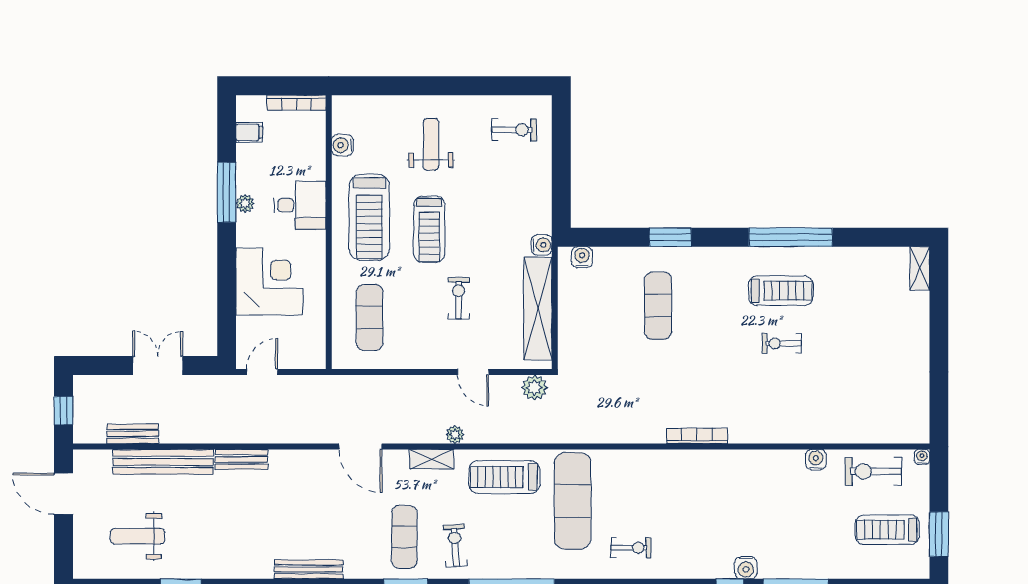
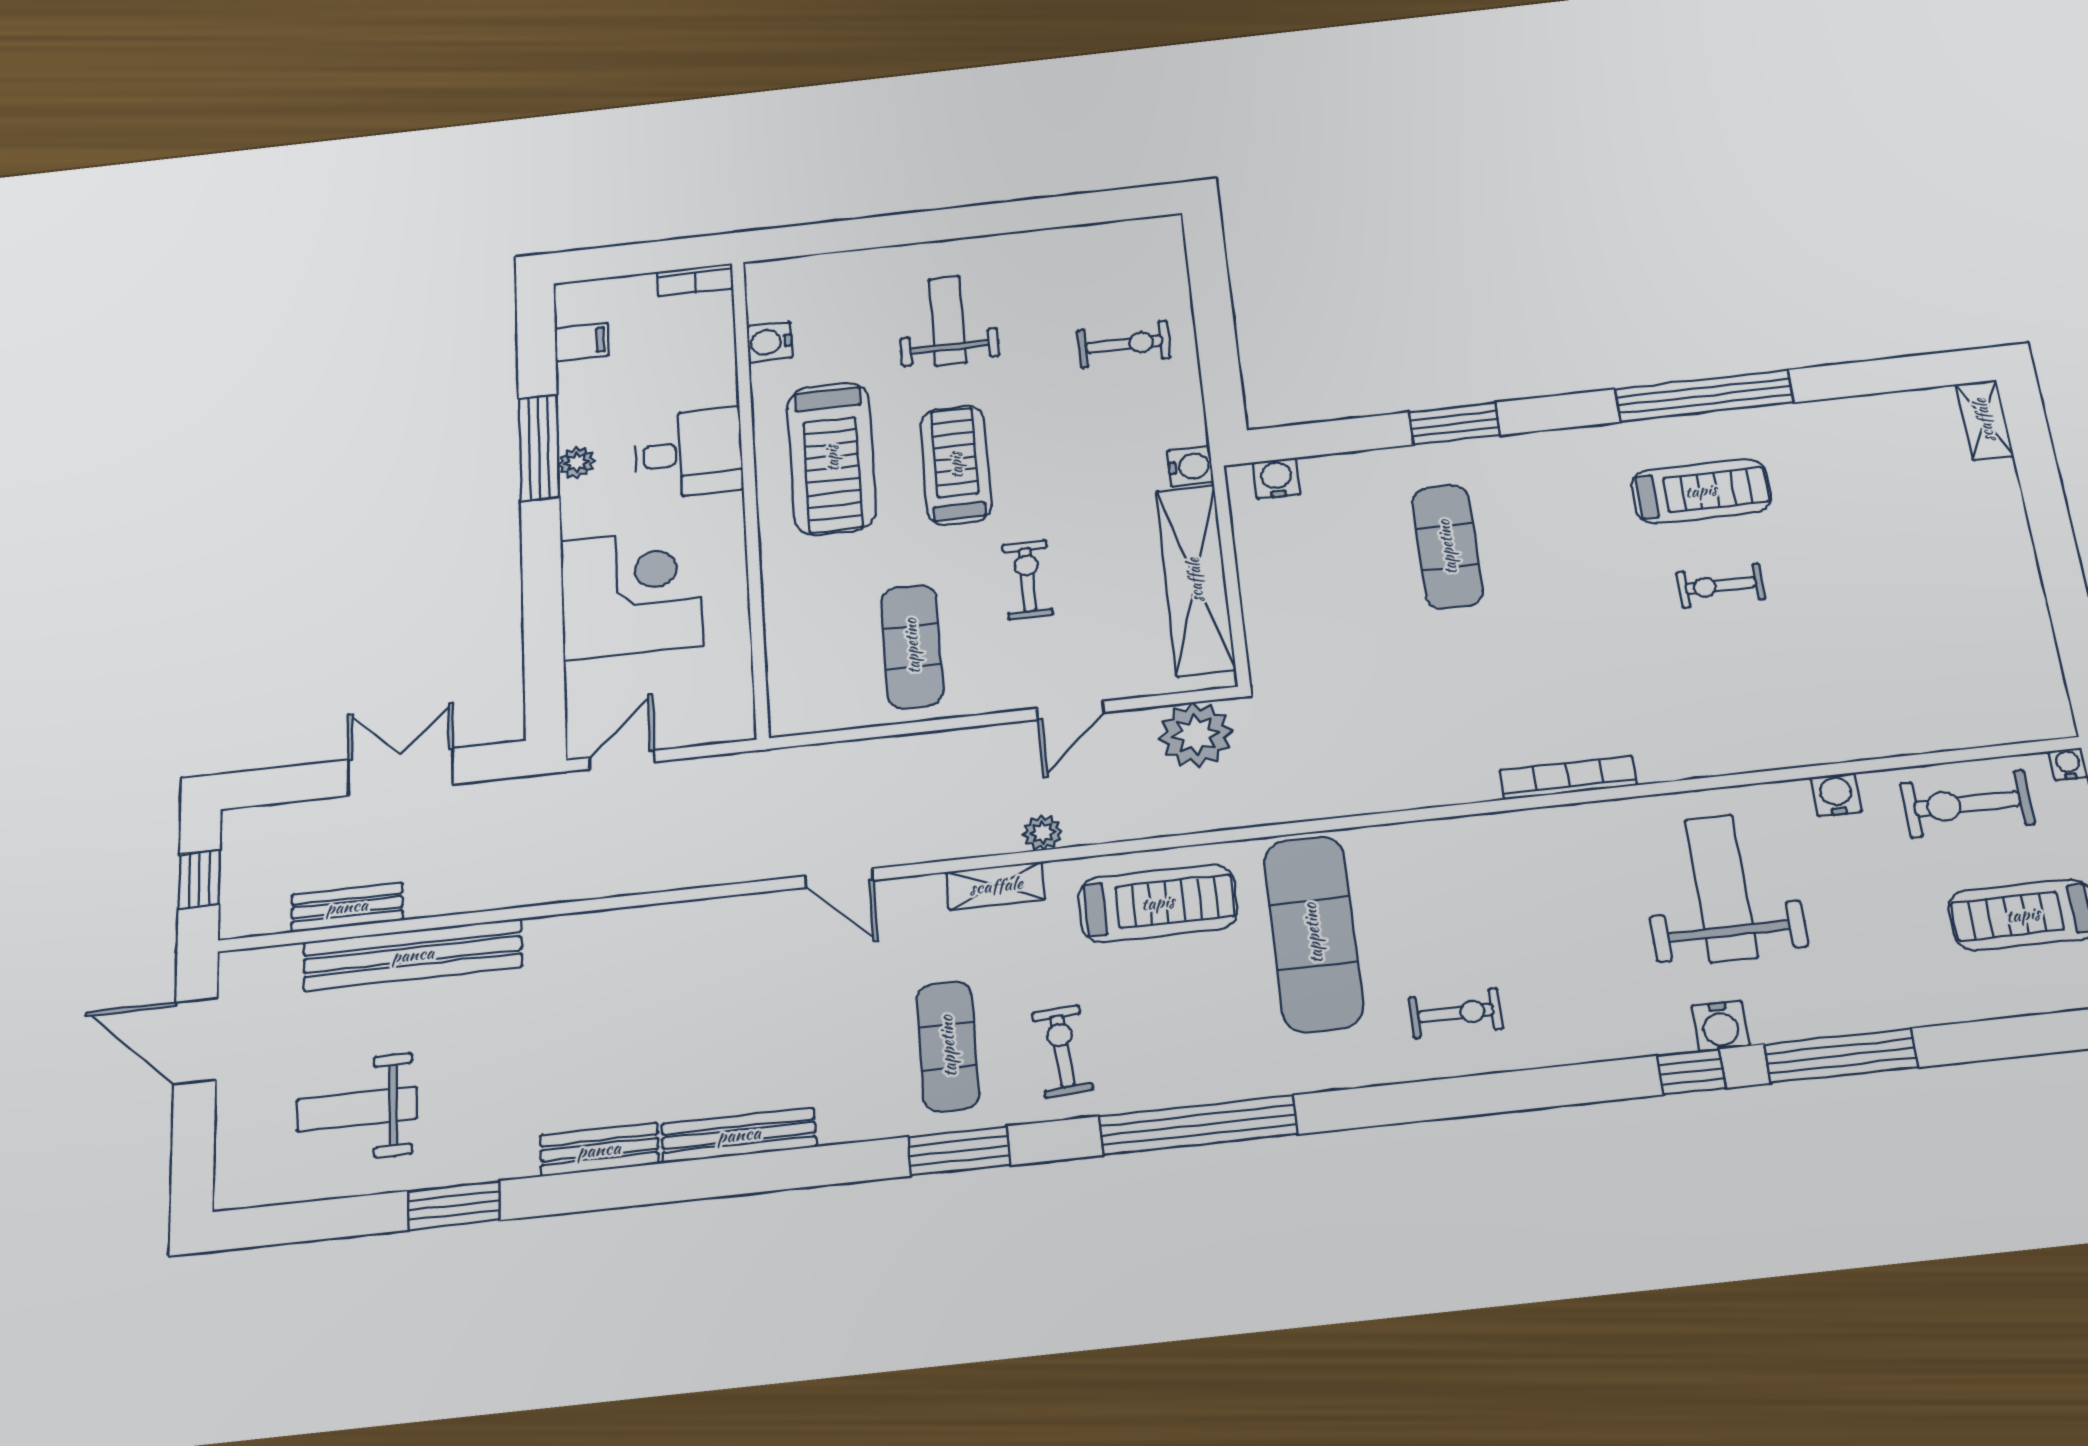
bookcase: (296, 103) -> (695, 280), width x0.64
exercise bike: (514, 130) -> (1124, 344), moved
treadmill: (429, 229) -> (956, 465), turned 180
exercise mat: (370, 317) -> (912, 646), moved
door: (473, 372) -> (1071, 710), hinge flipped
plant: (534, 388) -> (1196, 735), width x1.36, depth x1.36
door: (360, 447) -> (839, 878), width x0.73
bench: (242, 459) -> (599, 1150), moved
treadmill: (504, 477) -> (1158, 903), turned 180
weight bench: (757, 500) -> (1721, 888), added

